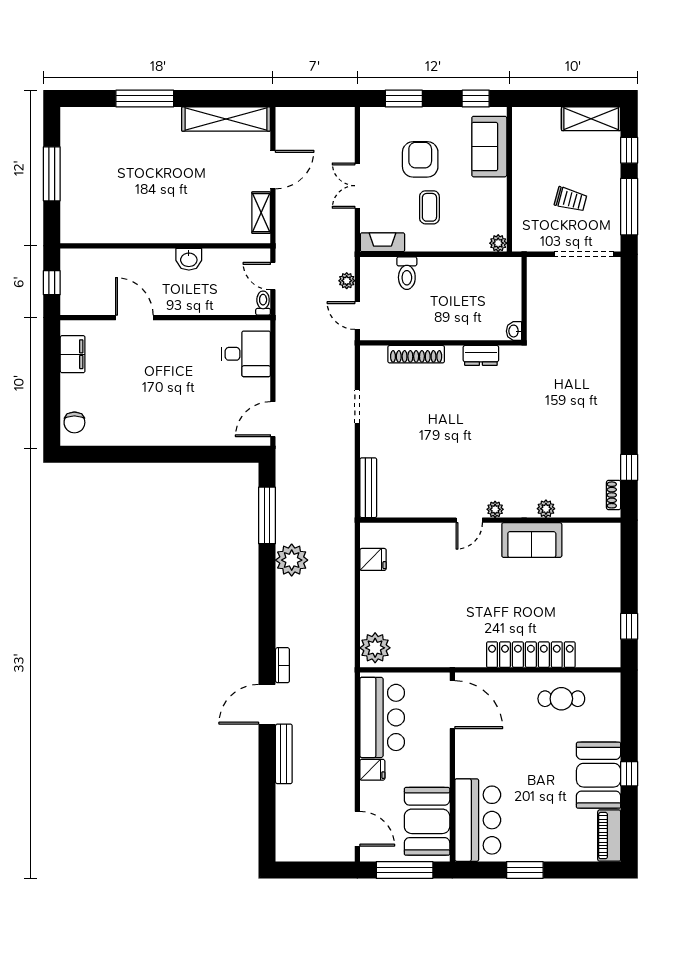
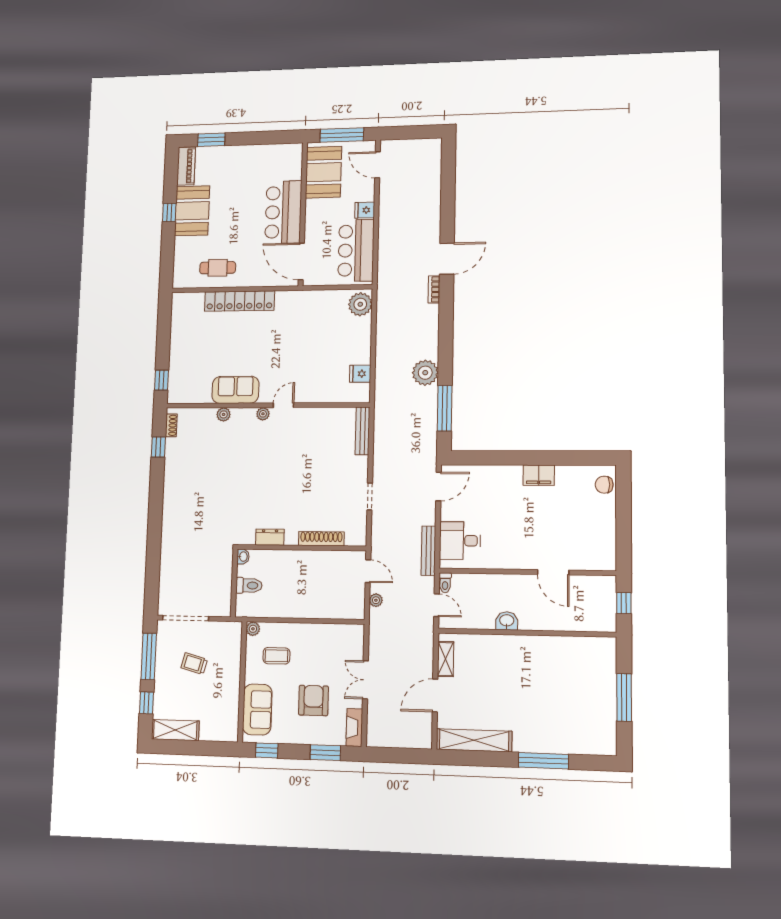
armchair: (420, 159) -> (313, 700), turned 180
double door: (357, 186) -> (365, 680), swing flipped
coffee table: (429, 207) -> (276, 656), moved, turned 90
fireplace: (382, 242) -> (354, 727), moved, turned 90
toilet: (407, 273) -> (249, 585), moved, turned 90
filing cabinet: (73, 354) -> (539, 475), moved, turned -90
chair: (74, 422) -> (604, 485), turned -90
window: (629, 626) -> (161, 380), moved
bench: (284, 754) -> (428, 551), moved
bar counter: (478, 820) -> (283, 212), moved
window: (525, 870) -> (211, 140), moved

